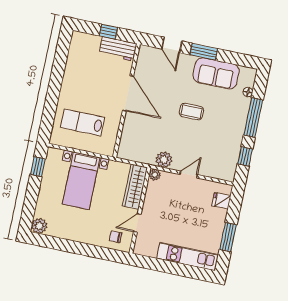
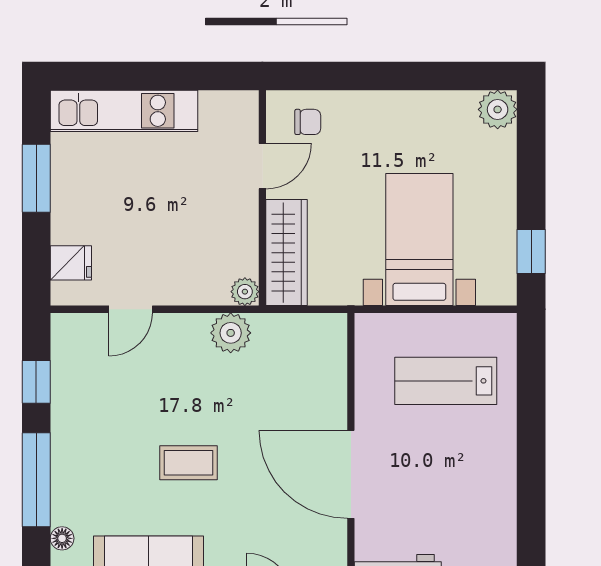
lab bench: (82, 122) -> (446, 381), turned 180
door: (189, 175) -> (131, 309), moved

